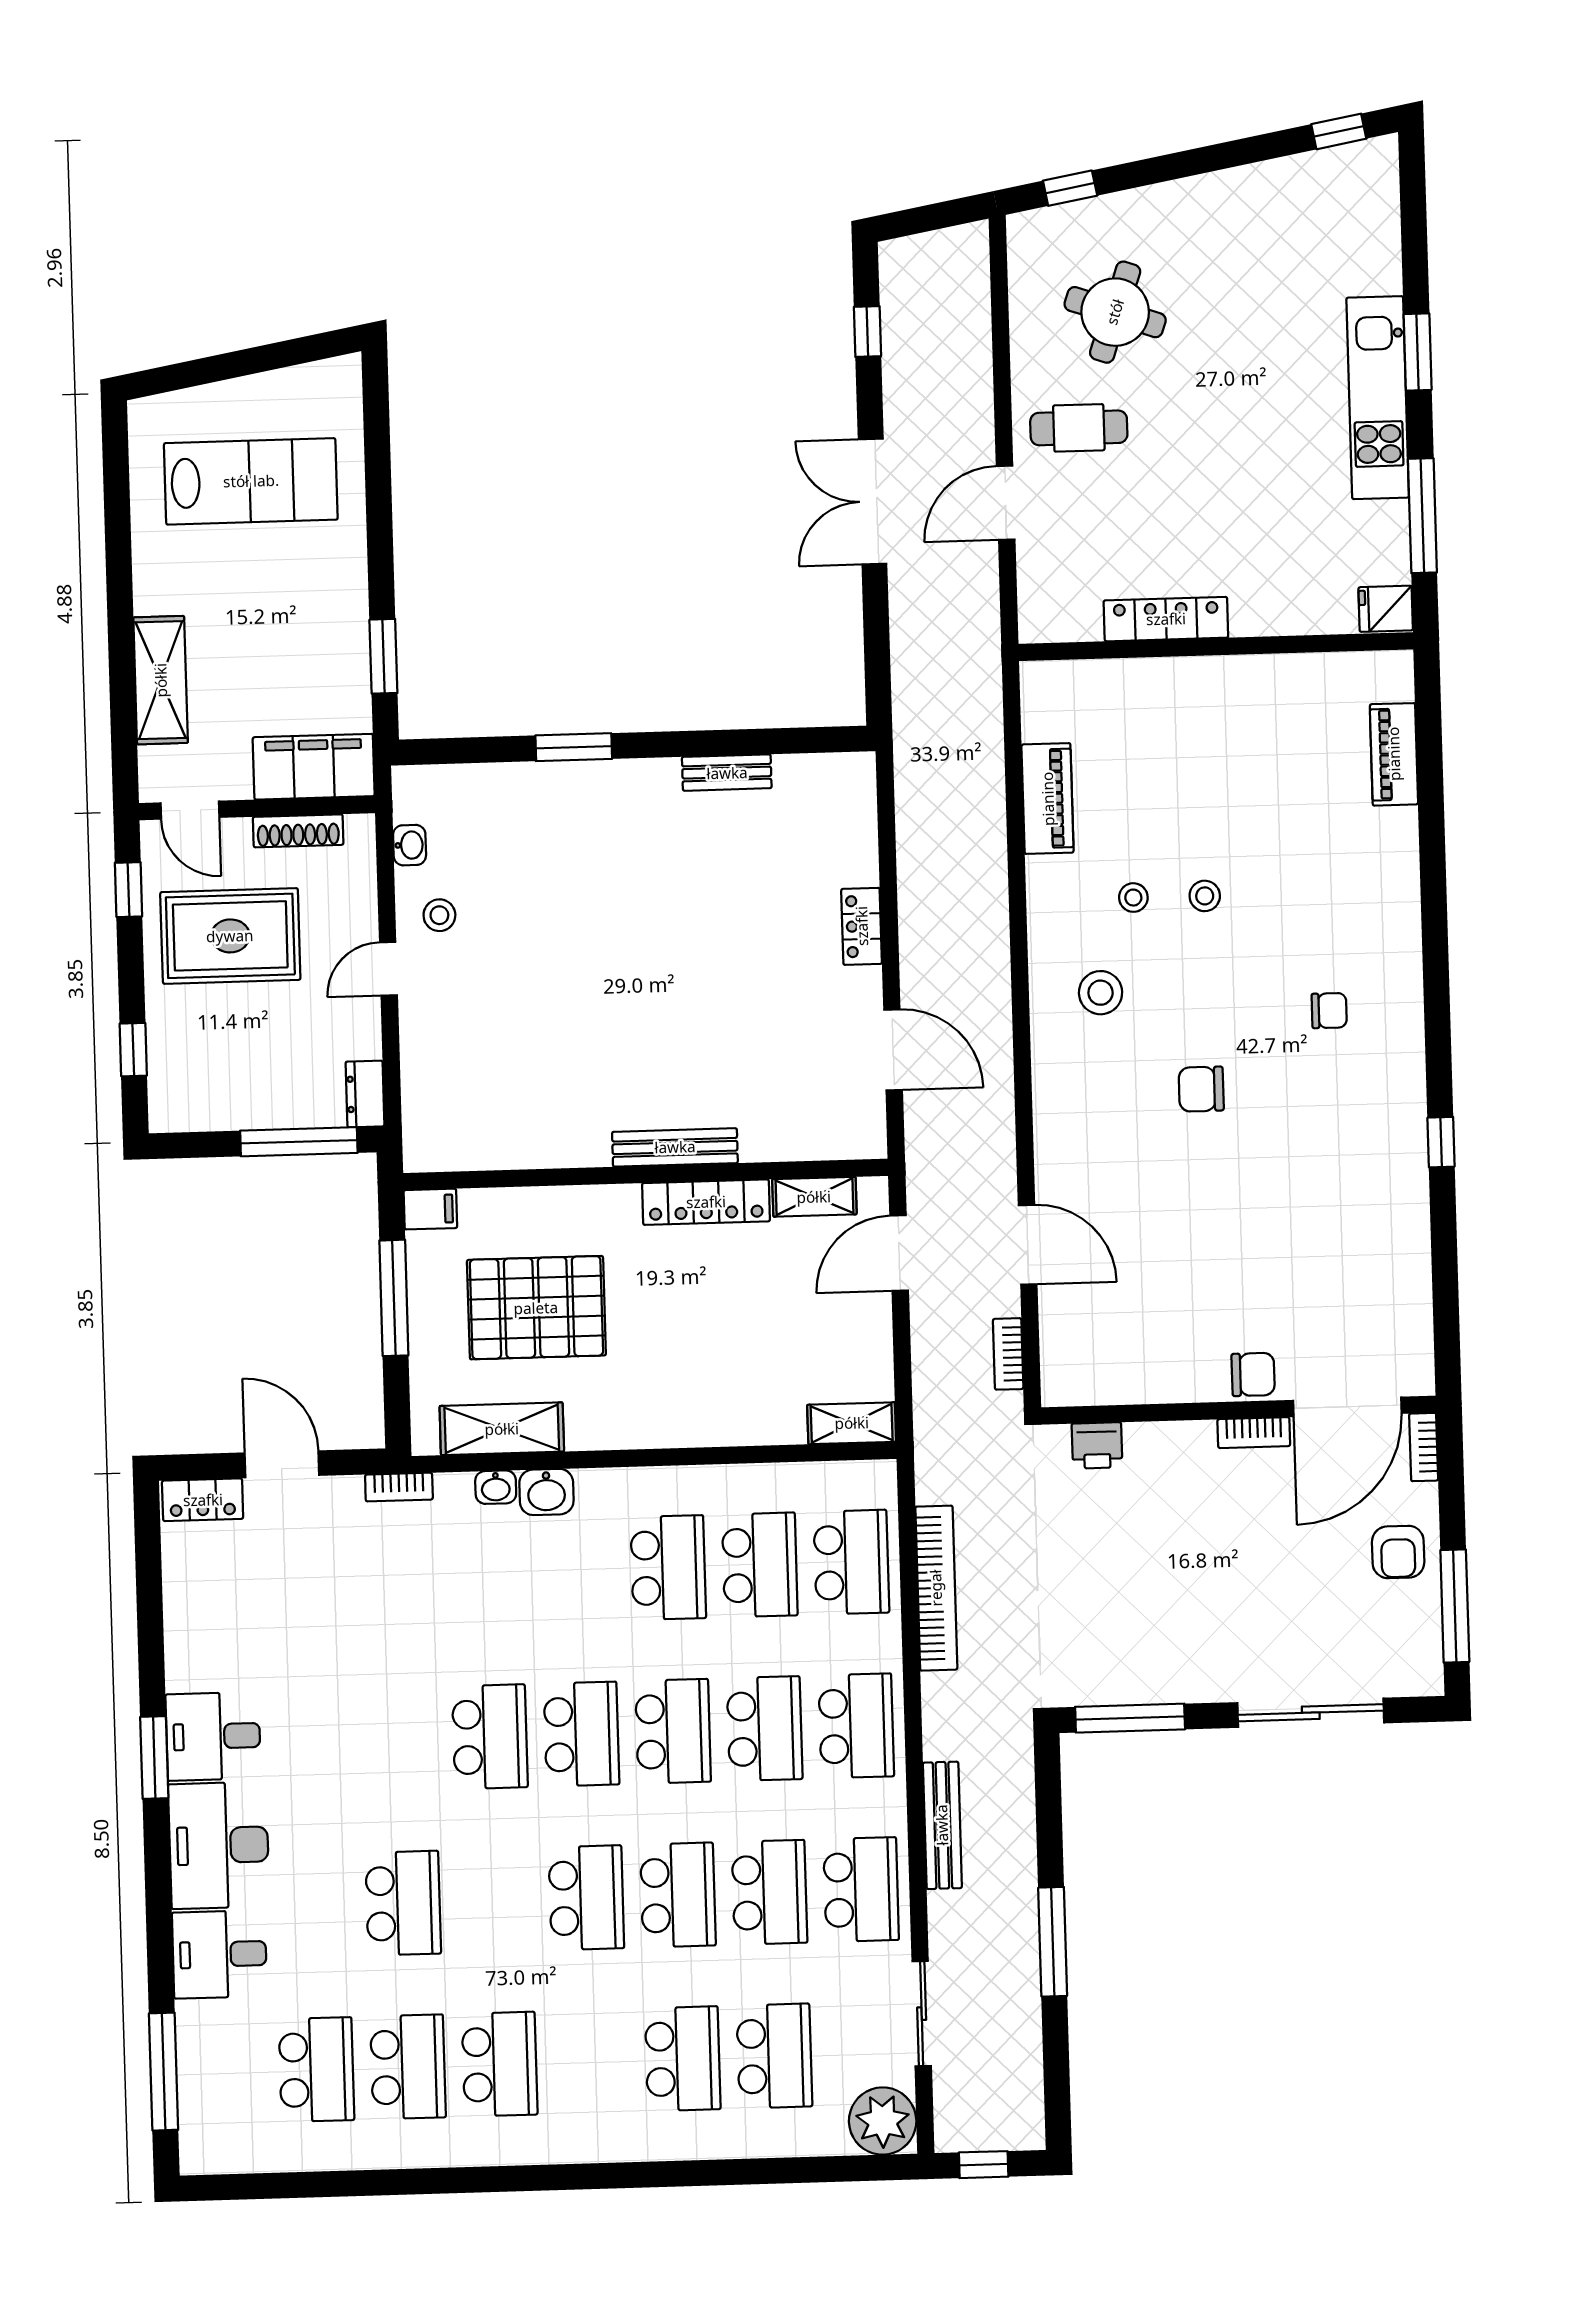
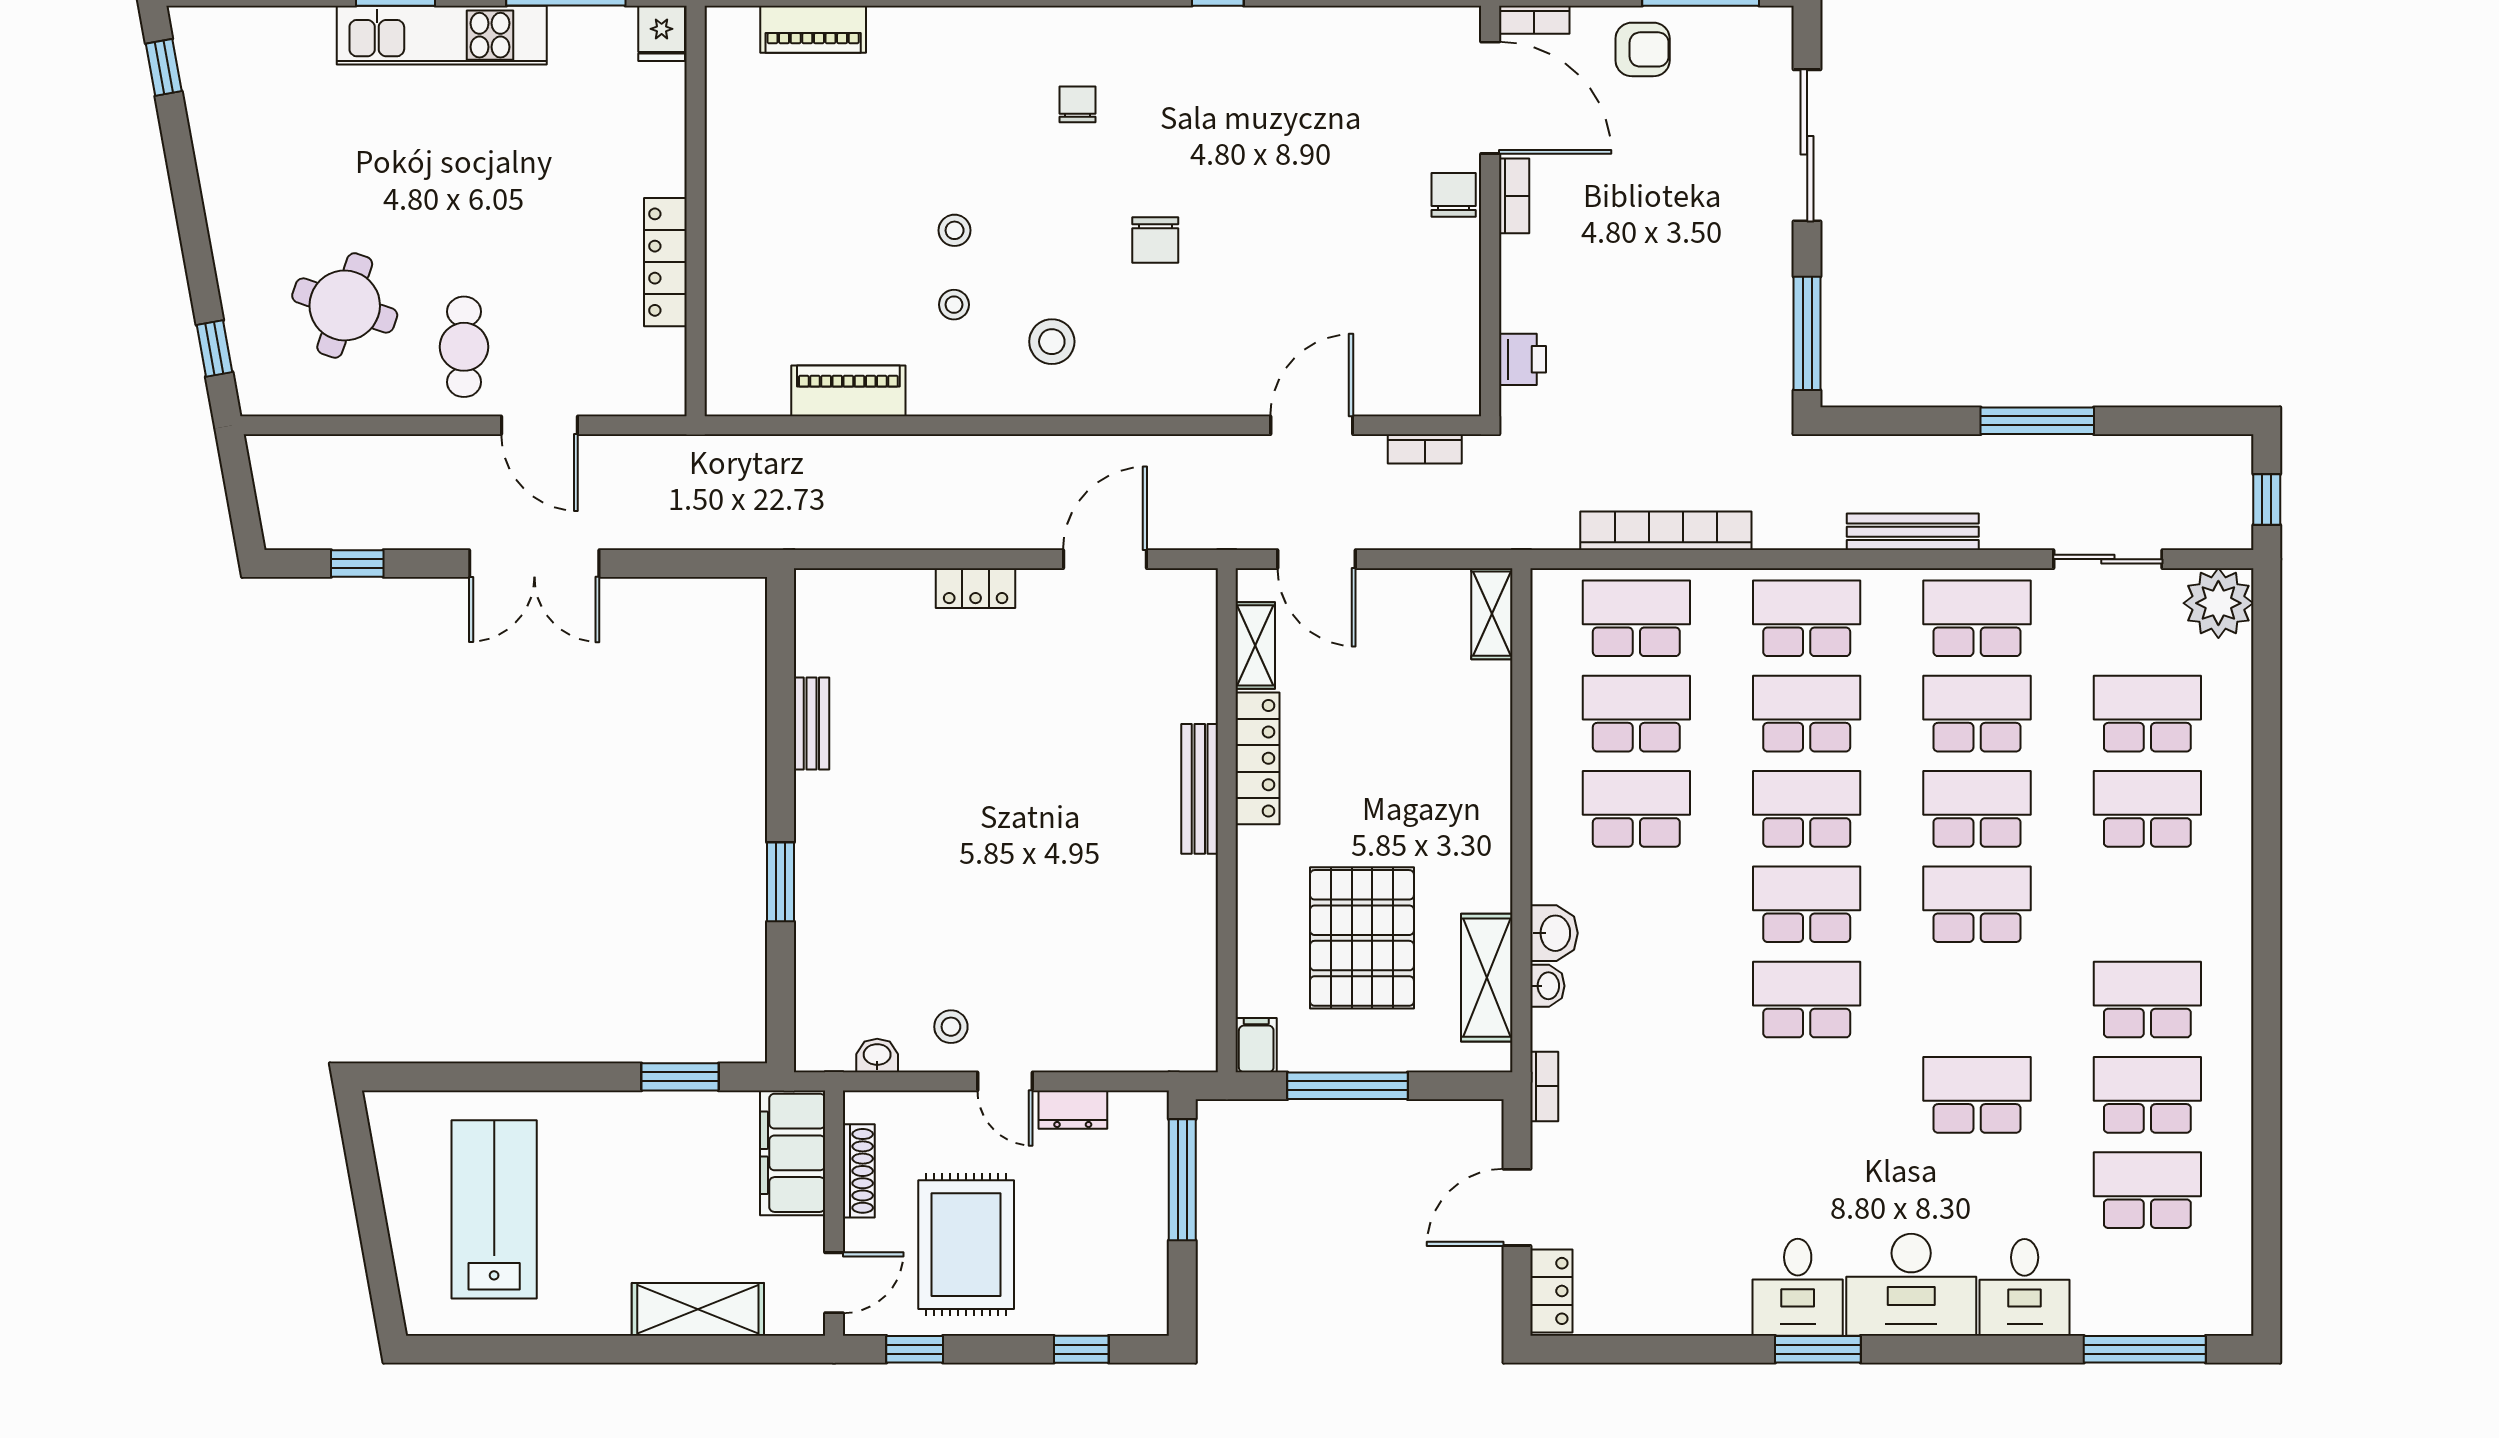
dresser: (365, 1094) -> (1073, 1110), moved

